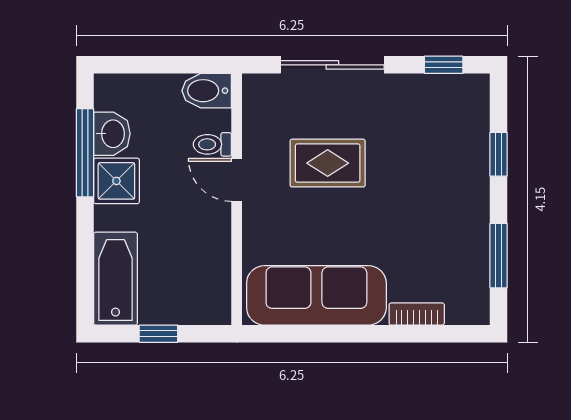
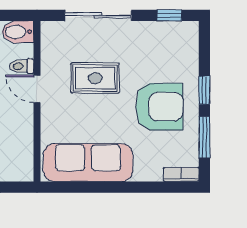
window: (499, 154) -> (204, 90), moved
armchair: (428, 208) -> (159, 107), added
bookcase: (417, 314) -> (181, 175), moved

